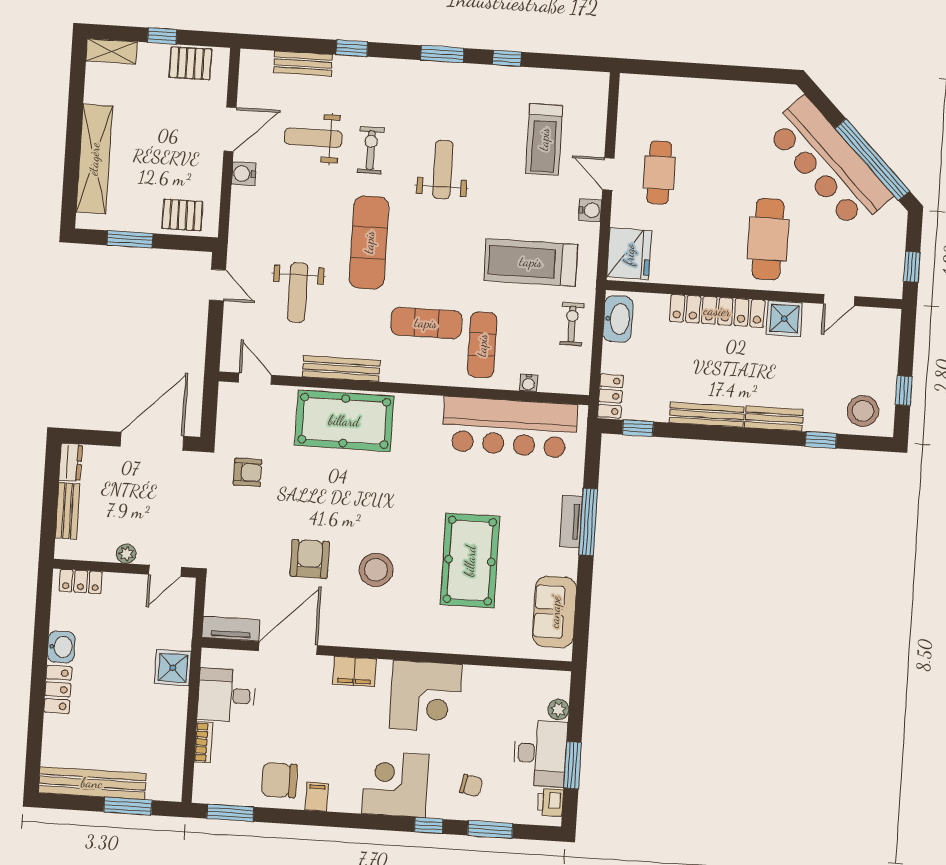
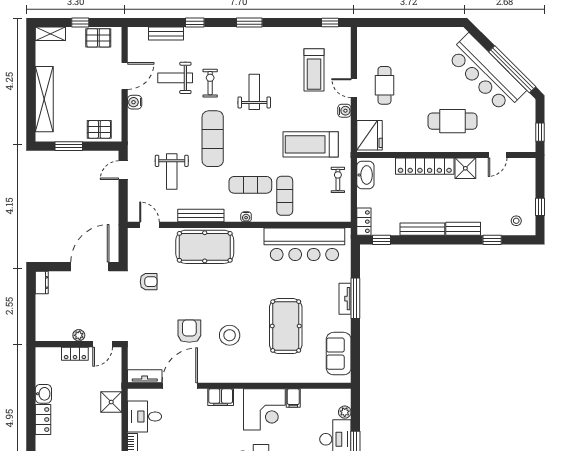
window: (507, 58) -> (330, 23), moved
cafe table: (768, 239) -> (452, 121), turned 90
door: (217, 285) -> (123, 170), swing flipped
water cooler: (529, 383) -> (246, 217), moved
stool: (863, 411) -> (516, 221), width x0.53, depth x0.53
bench: (67, 511) -> (42, 312), removed
locker: (81, 581) -> (75, 354), moved
filing cabinet: (475, 681) -> (293, 398), added

